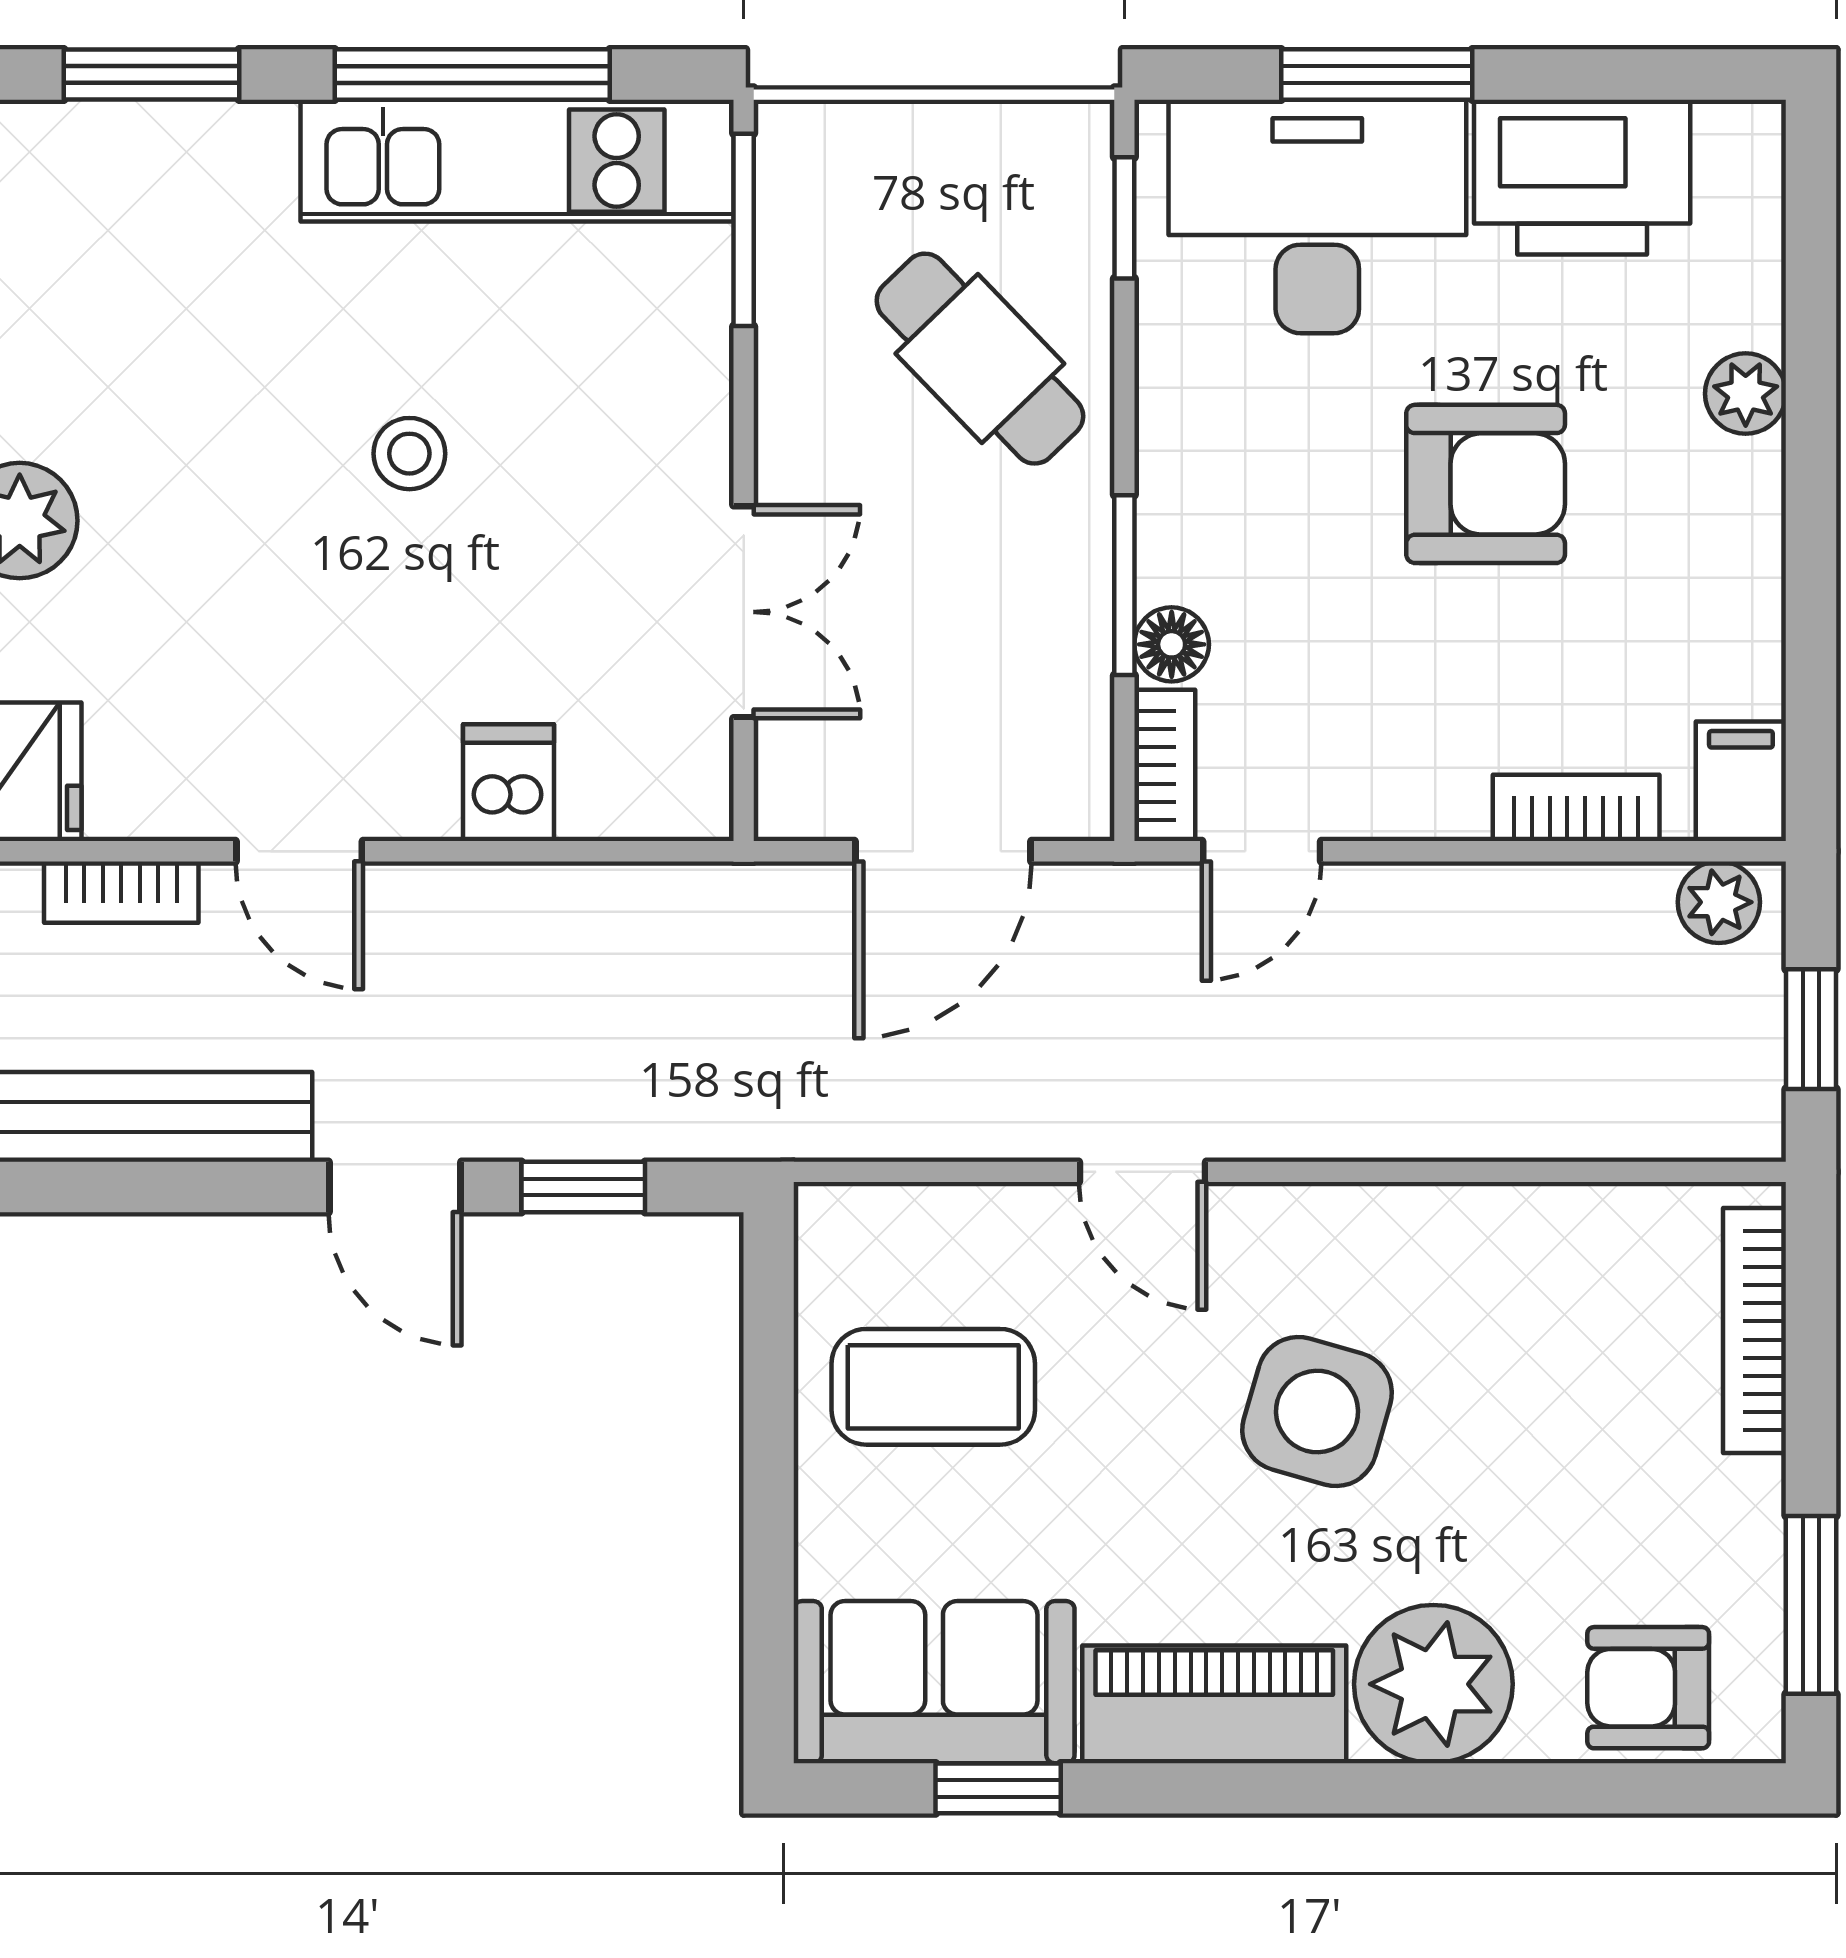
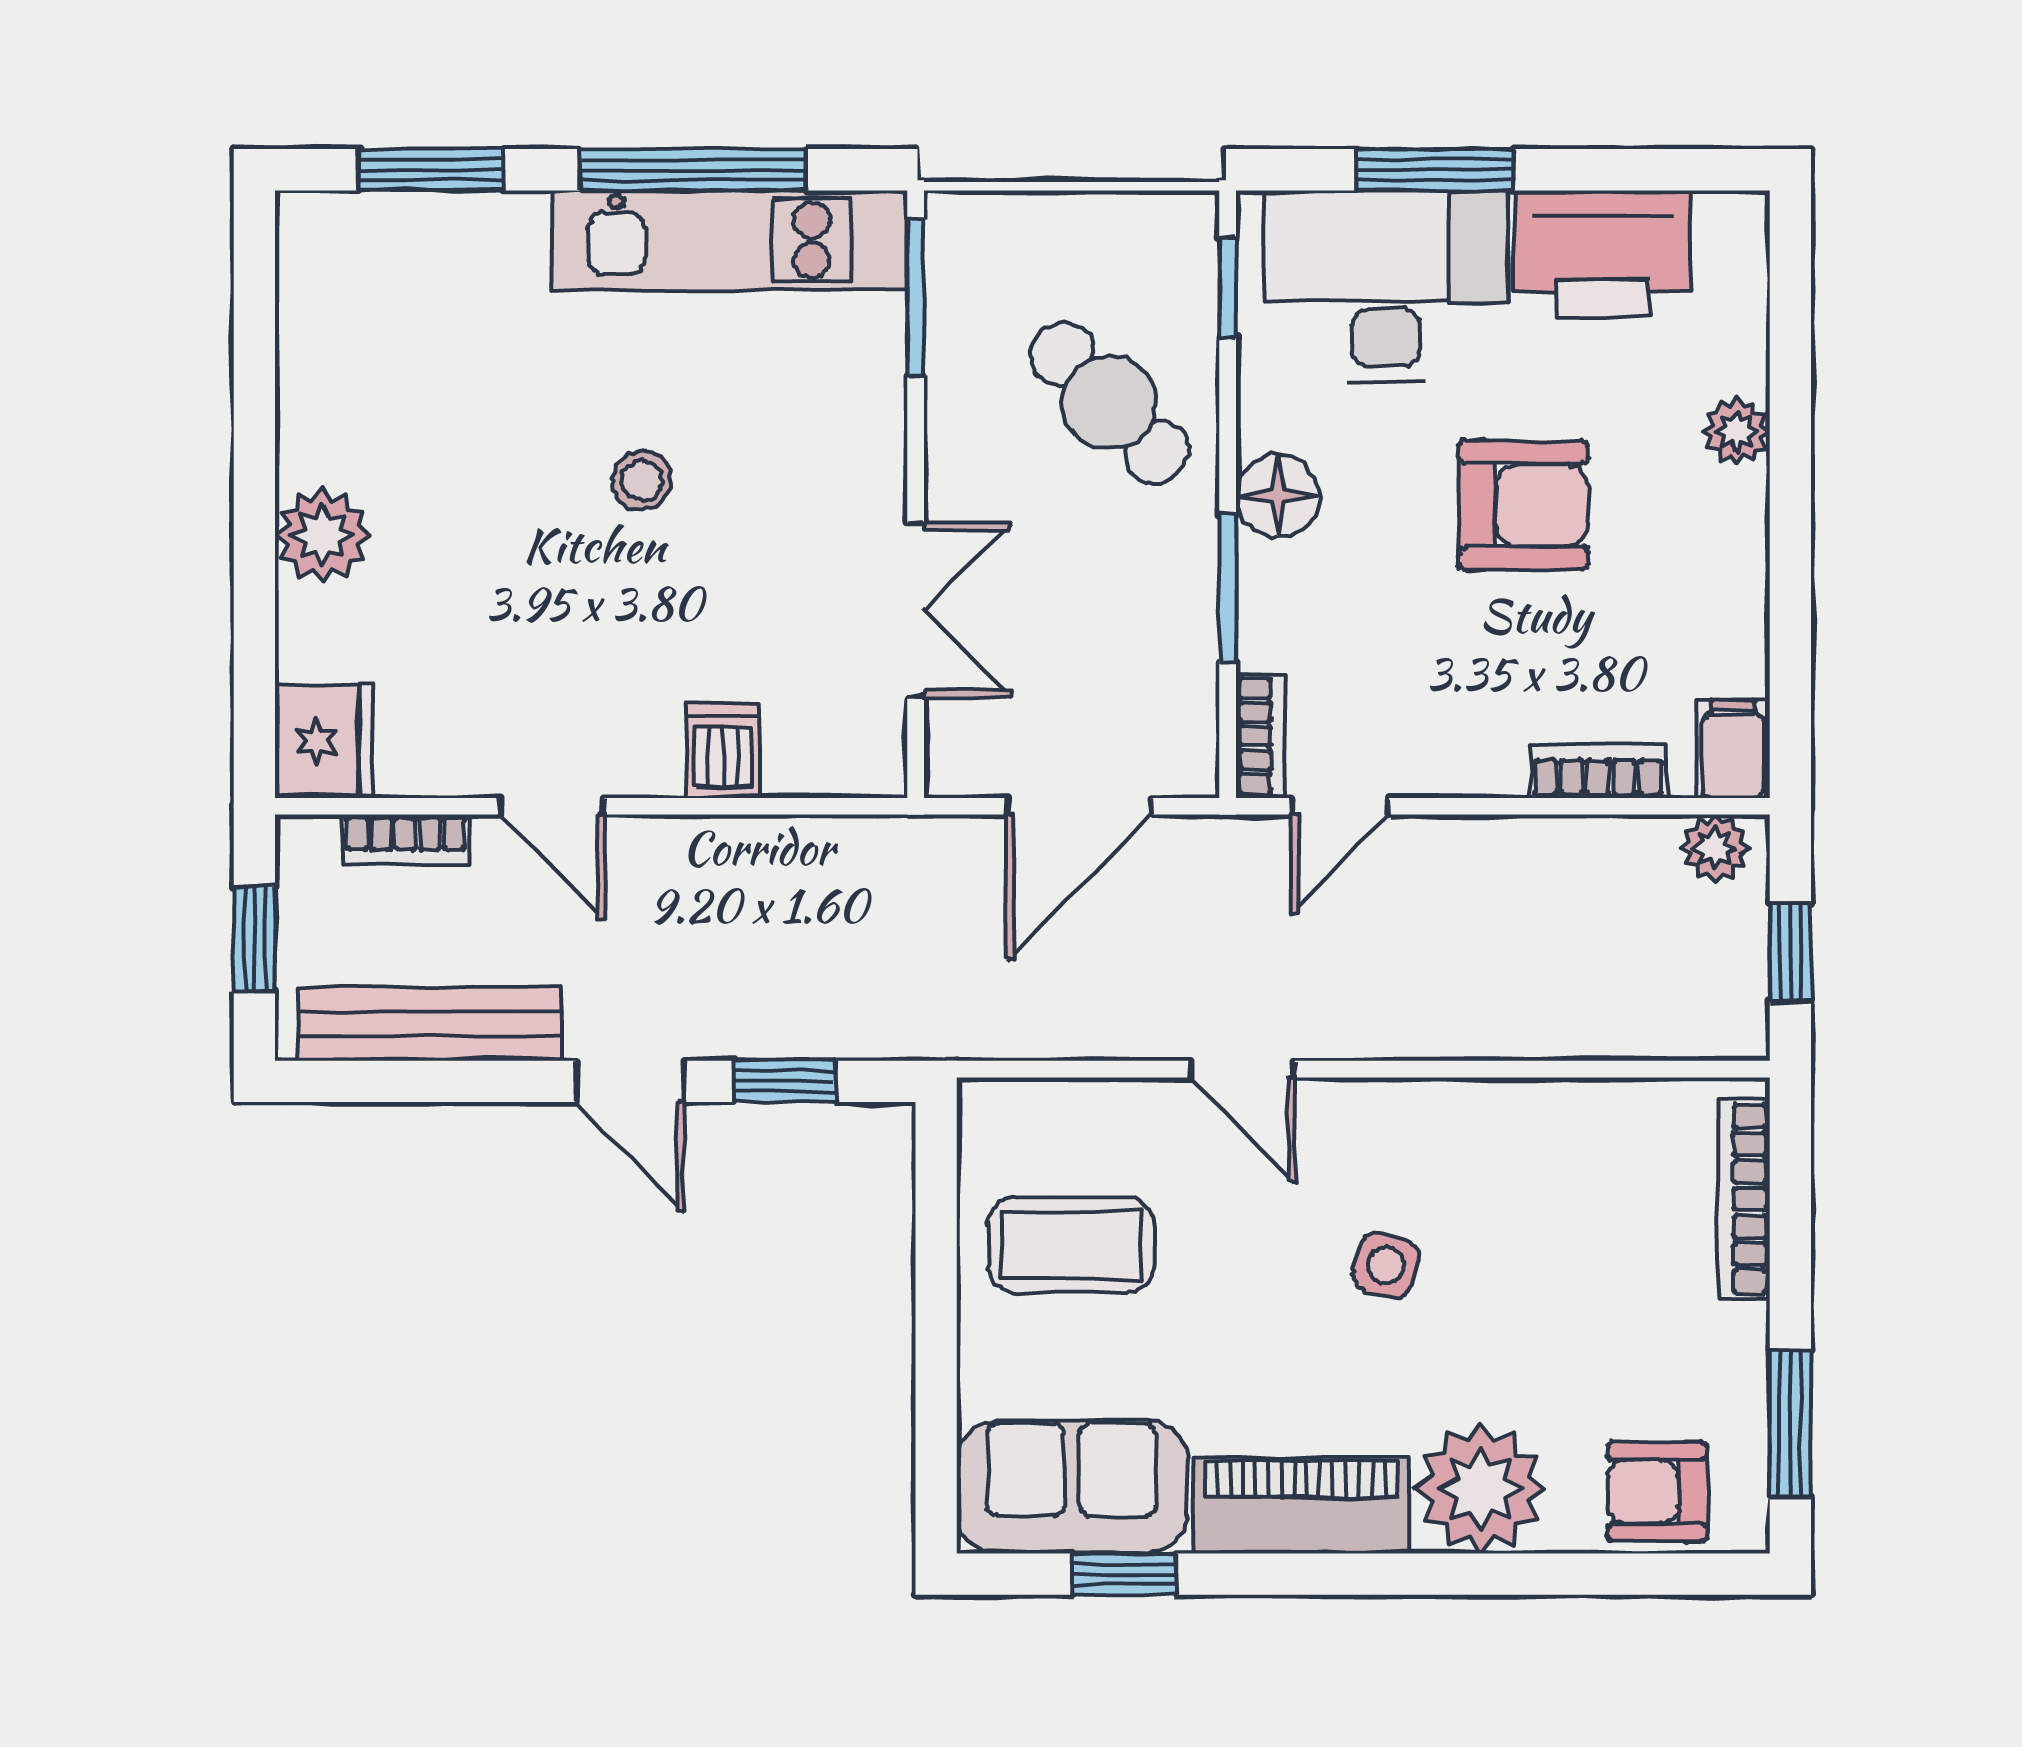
floor lamp: (1172, 644) -> (1278, 496), moved, width x1.37, depth x1.37
side table: (1317, 1412) -> (1386, 1265), width x0.54, depth x0.54

